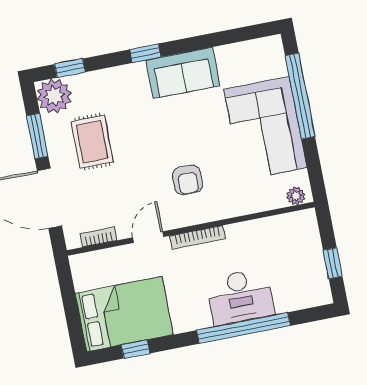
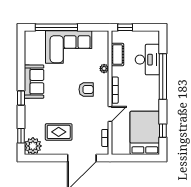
window: (37, 136) -> (51, 158), removed
plant: (296, 196) -> (104, 69), moved
cot: (270, 229) -> (117, 55), added
door: (148, 237) -> (110, 114), swing flipped
window: (333, 263) -> (125, 27), moved
desk: (240, 297) -> (147, 60), moved

